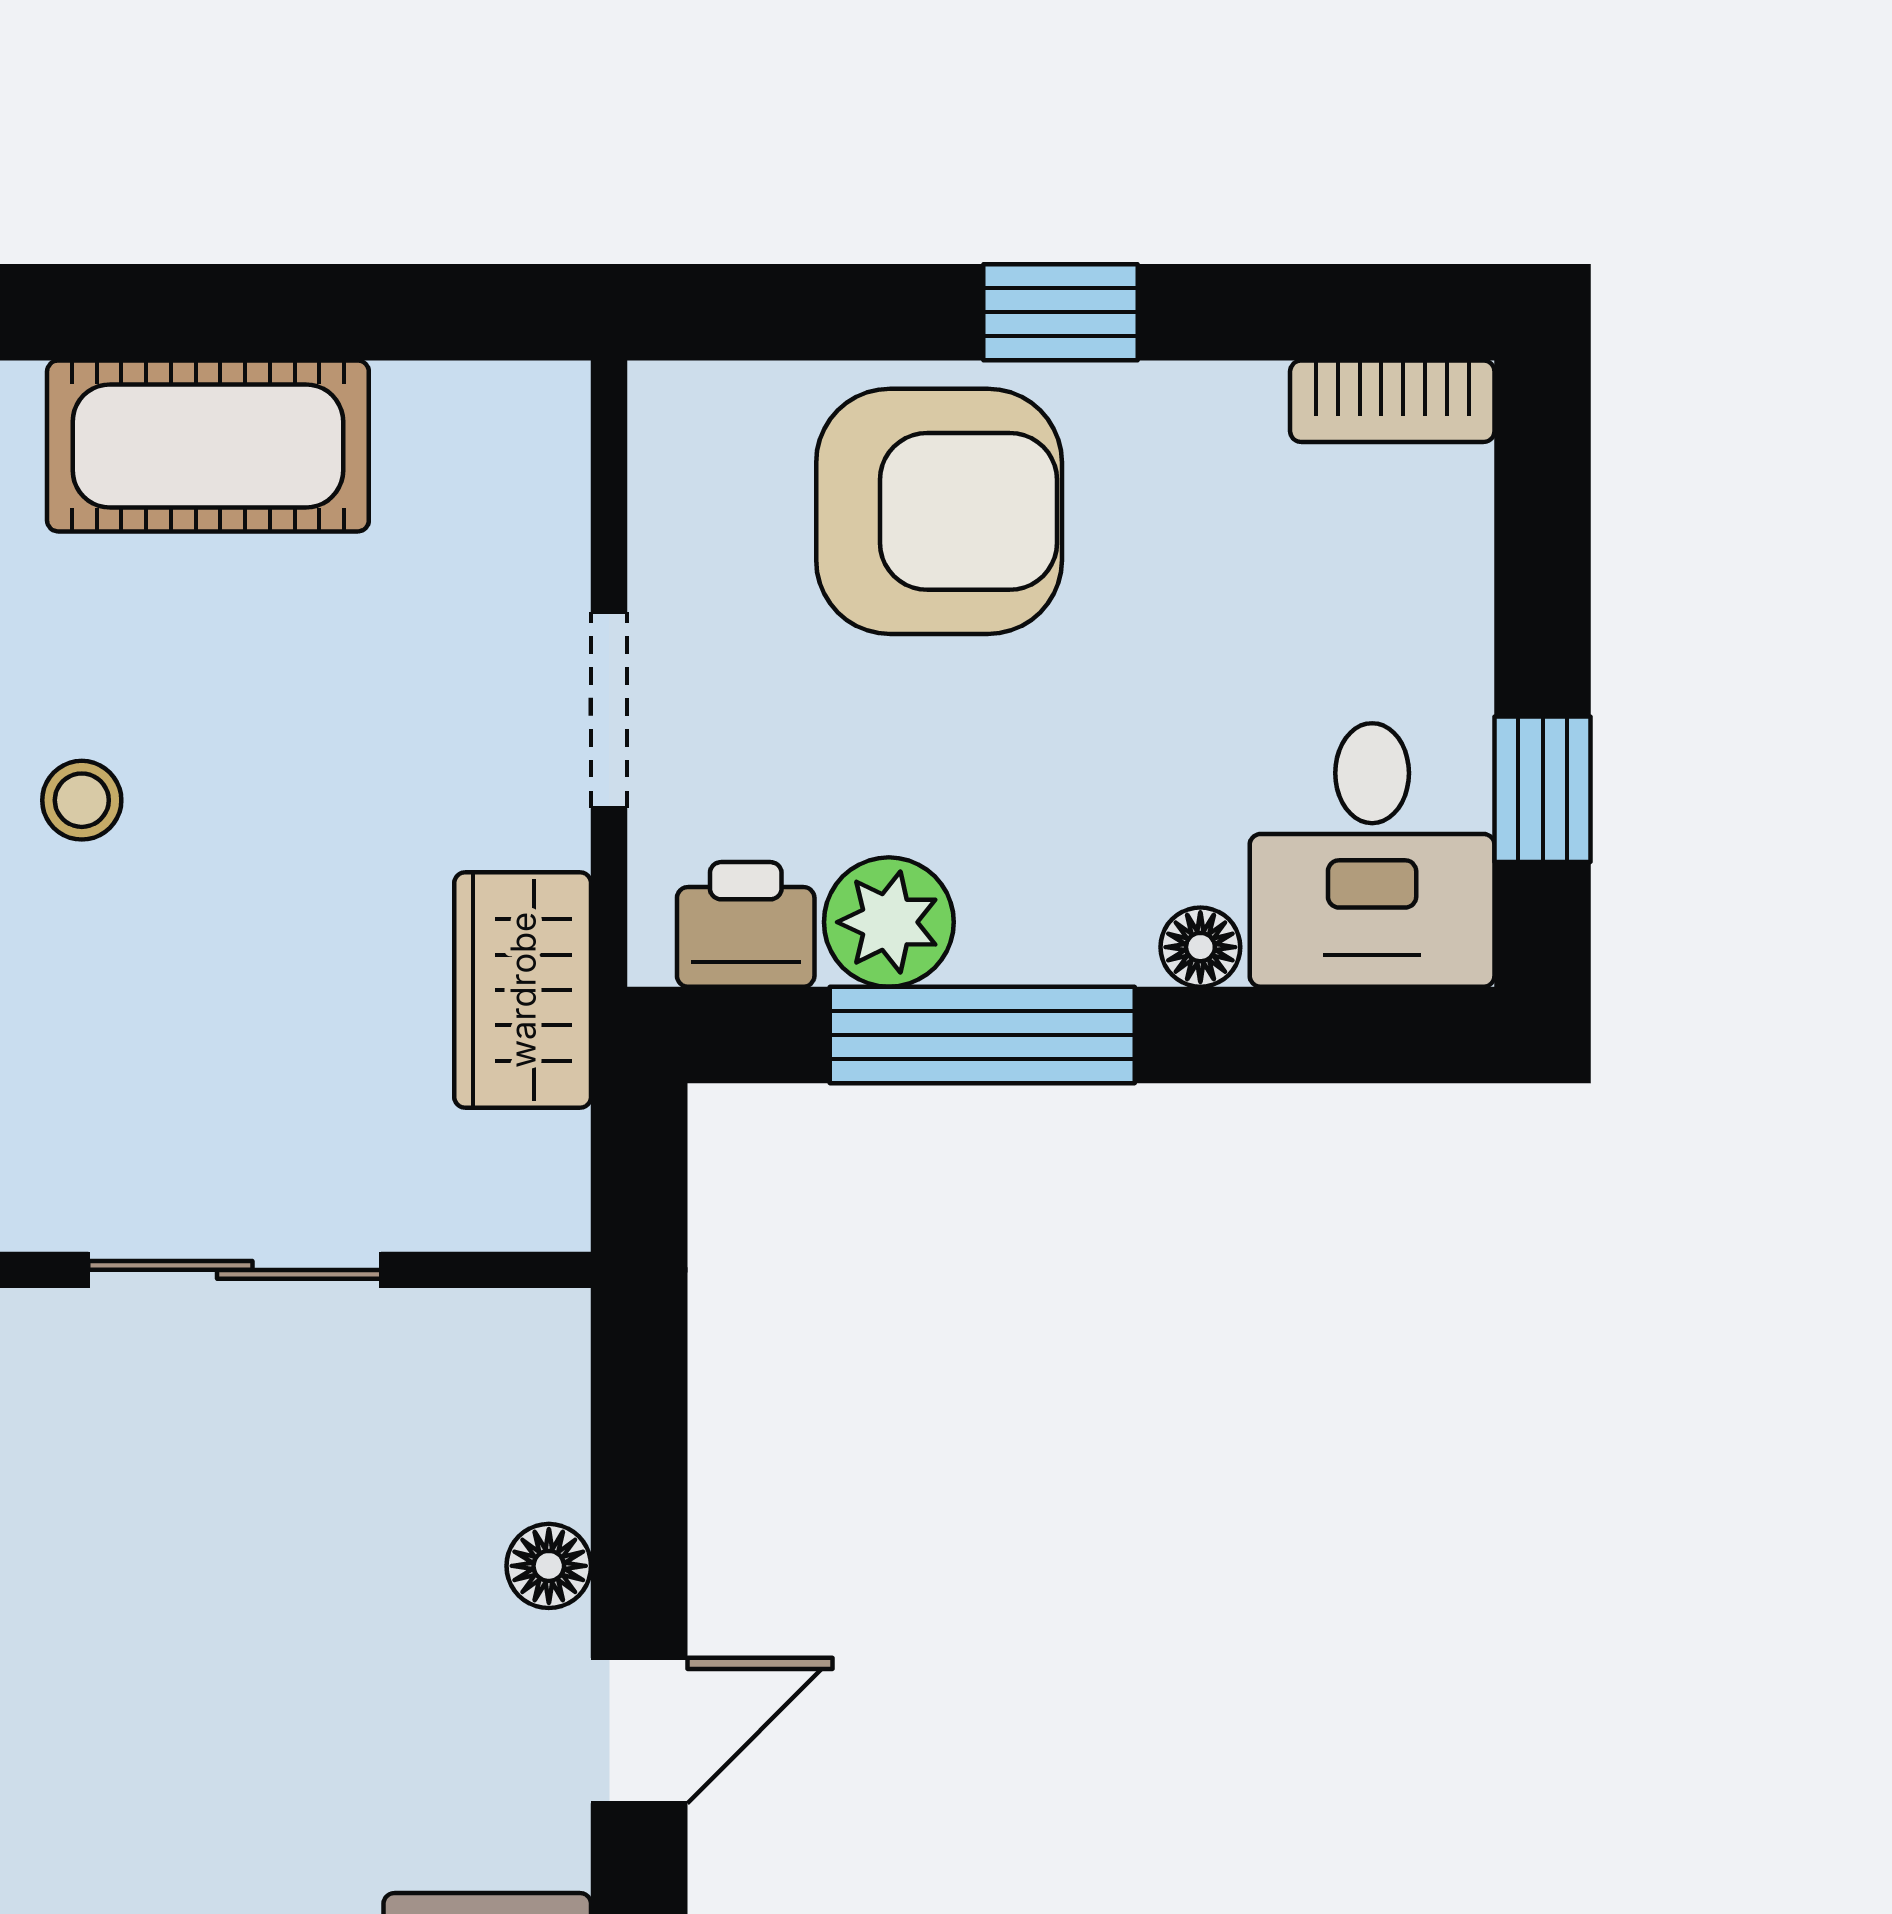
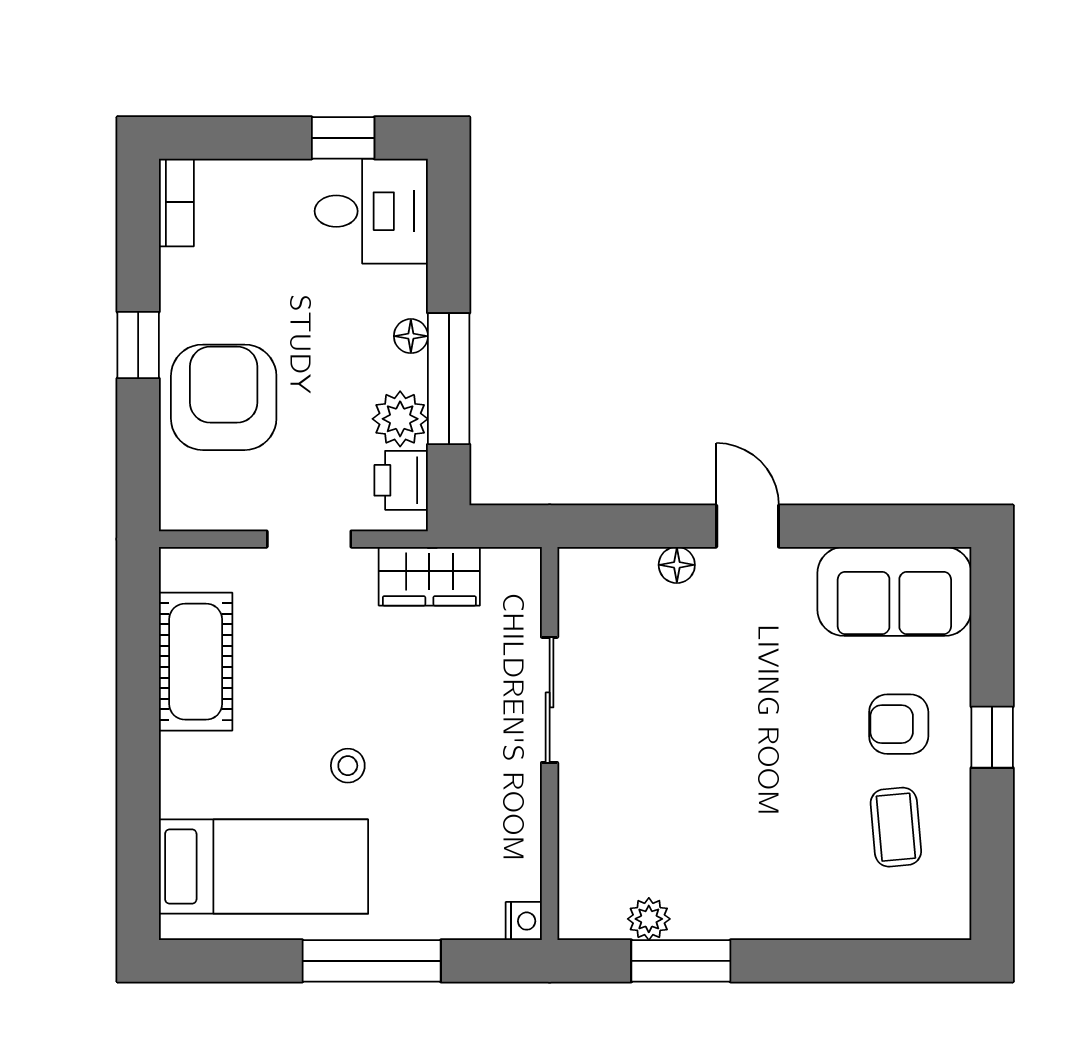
cot: (208, 446) -> (196, 662), moved
floor lamp: (1200, 947) -> (411, 336), moved

